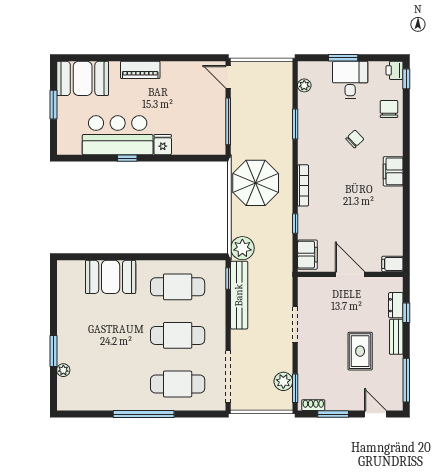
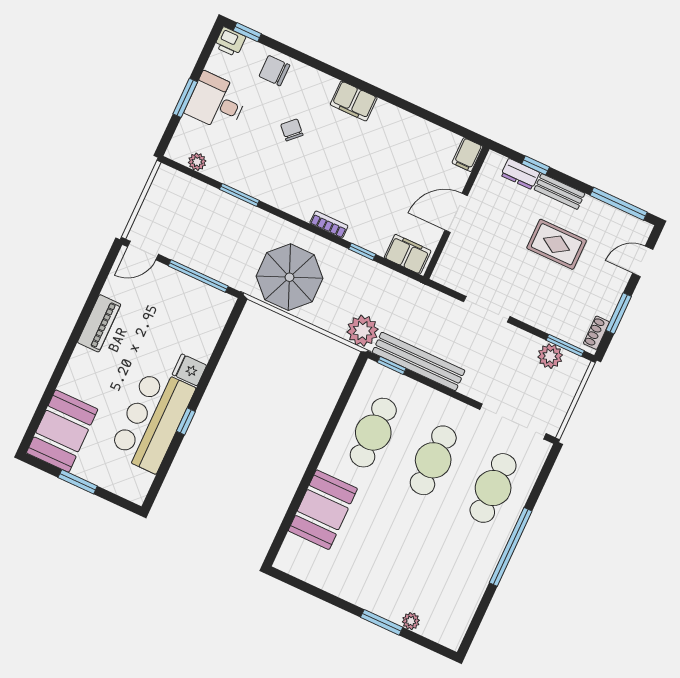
piano: (140, 70) -> (99, 323), moved
bookcase: (303, 185) -> (329, 225), width x0.64

